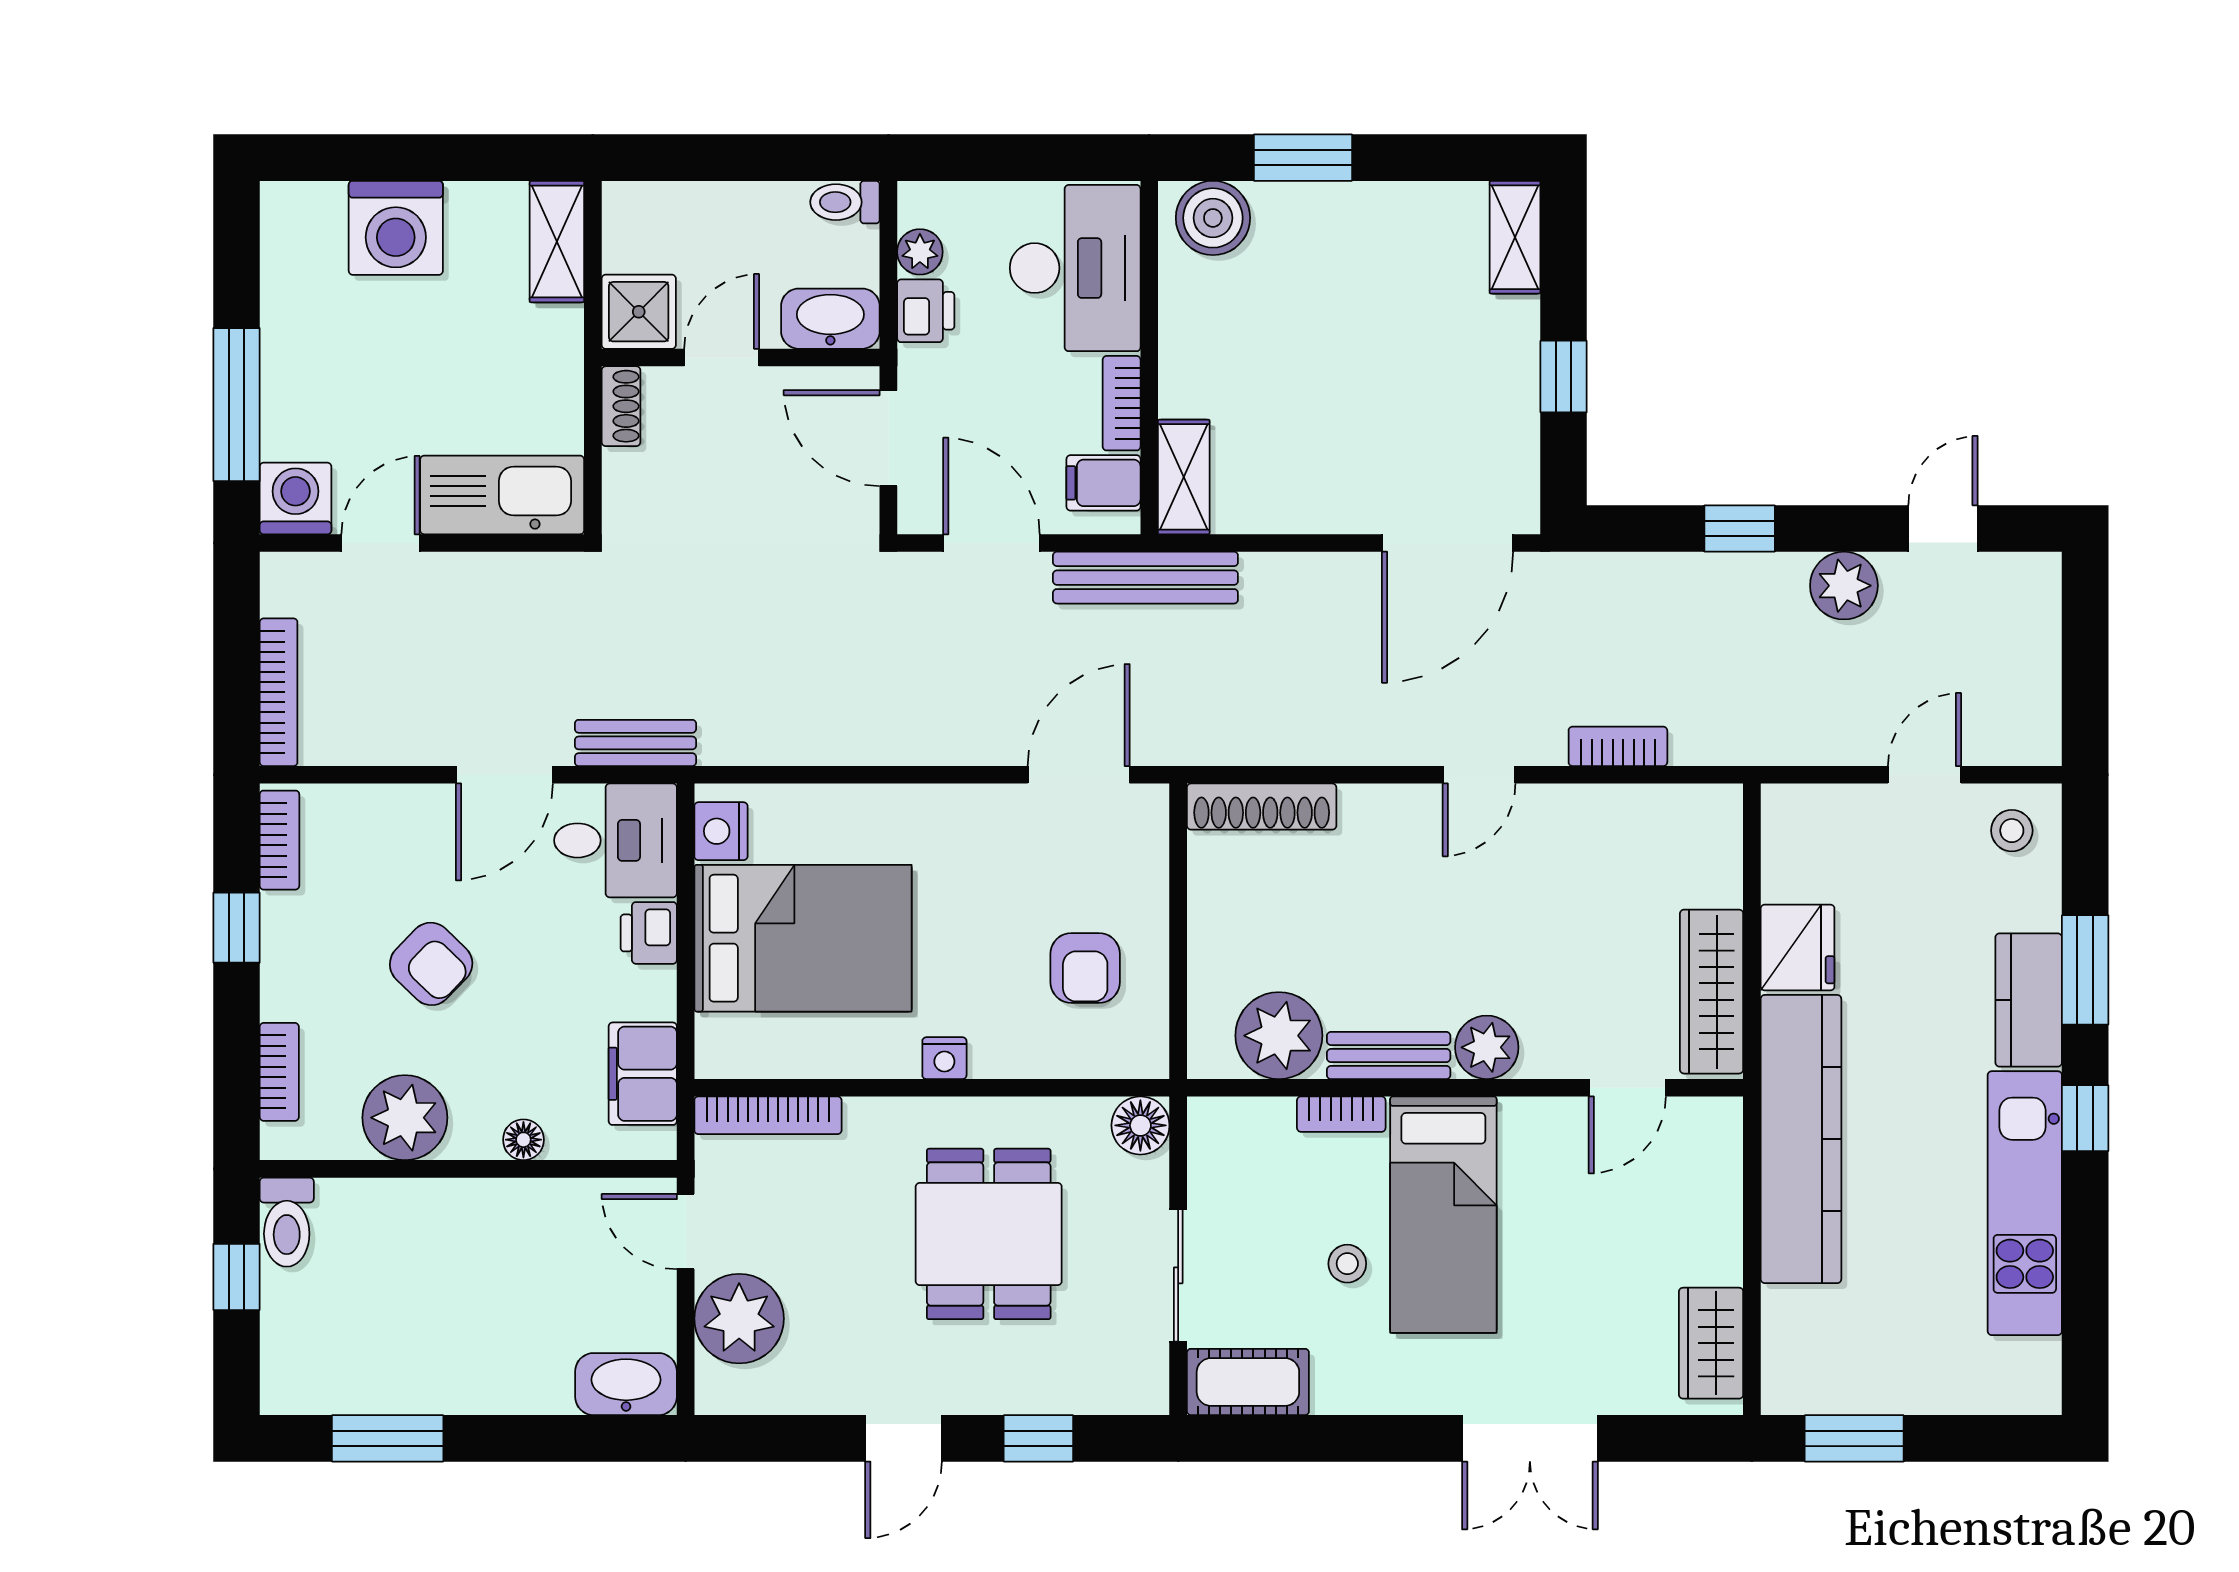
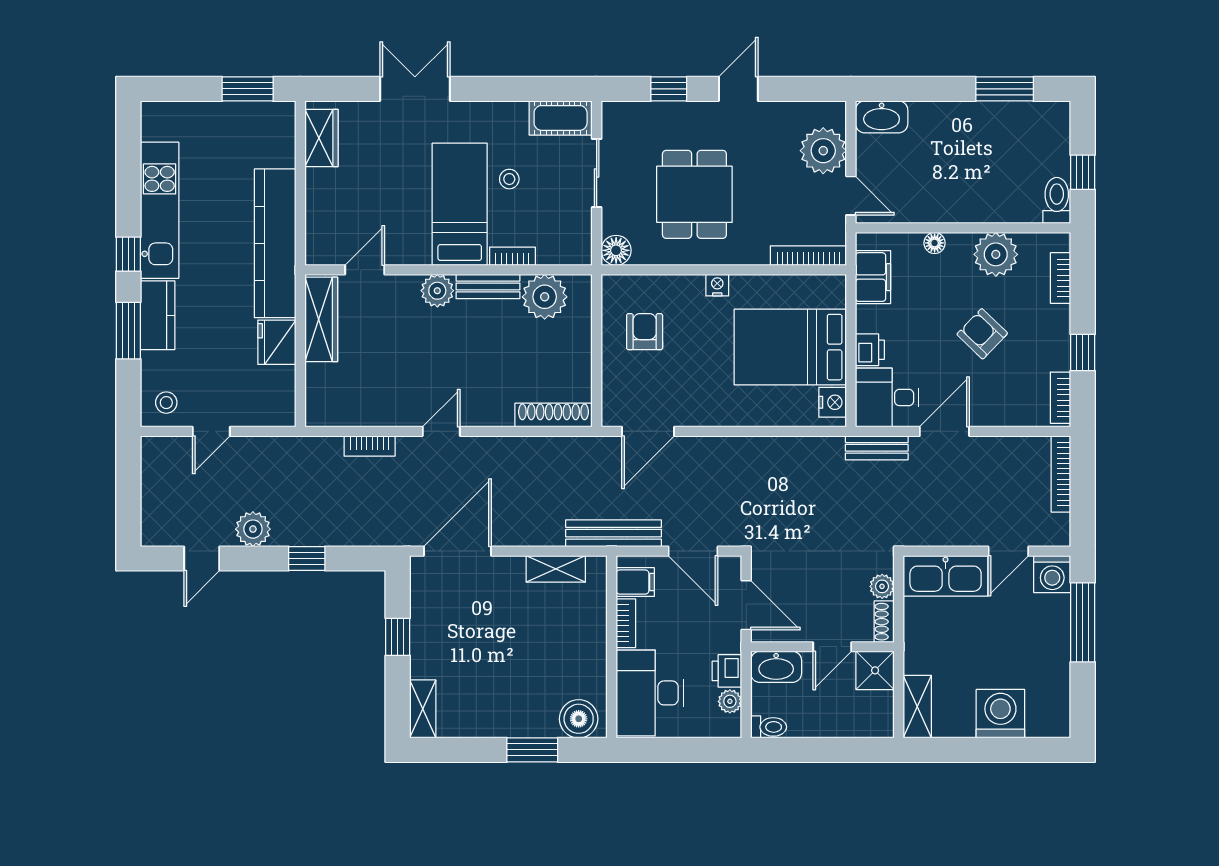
plant: (625, 474) -> (882, 586), added
shelving: (1184, 477) -> (556, 569), moved, turned 90

